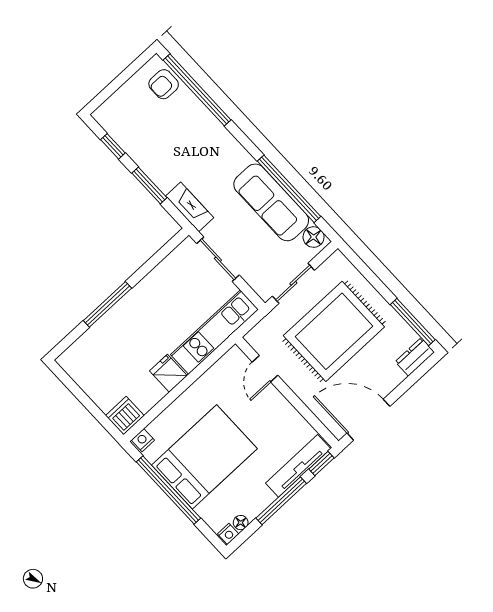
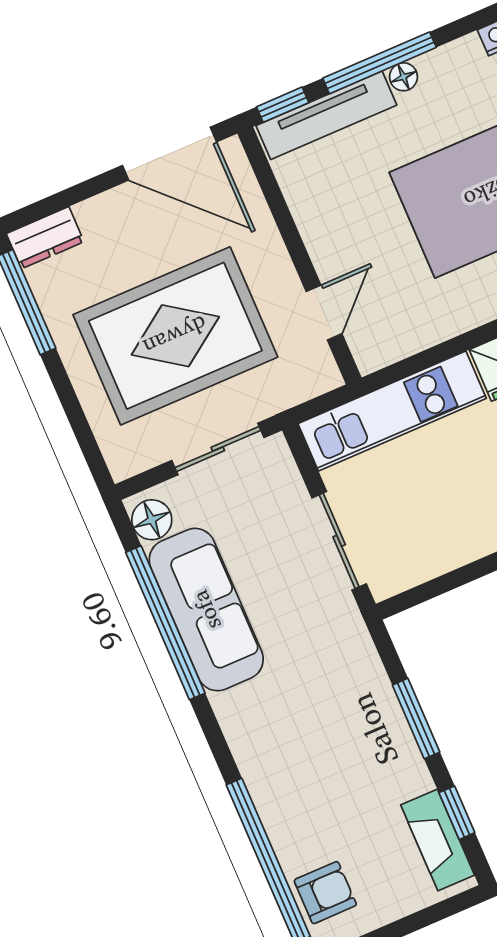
fireplace: (190, 207) -> (438, 840), moved
floor lamp: (241, 523) -> (403, 77), moved

